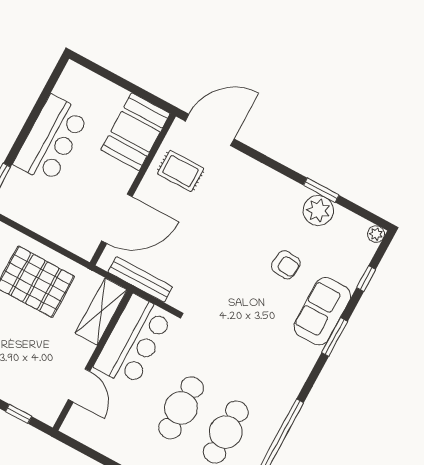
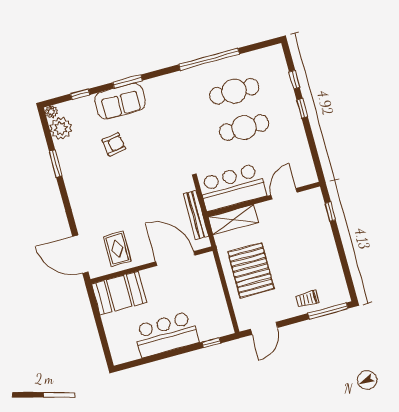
plant: (318, 210) -> (61, 128), moved
armchair: (286, 265) -> (114, 144), turned 75

